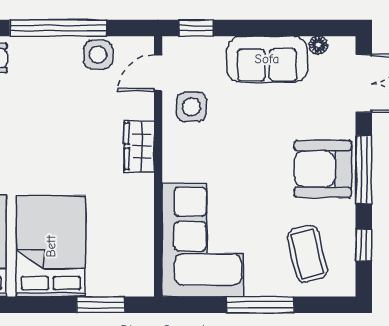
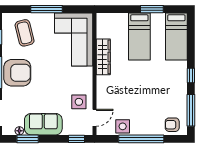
window: (301, 28) -> (28, 139), added
wardrobe: (139, 146) -> (103, 57), moved, width x1.50
bed: (51, 246) -> (139, 37), width x0.67
window: (101, 305) -> (152, 9), moved

